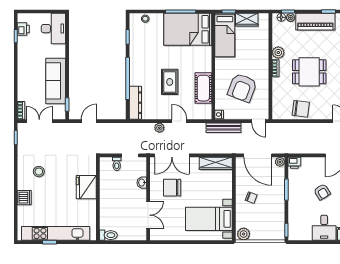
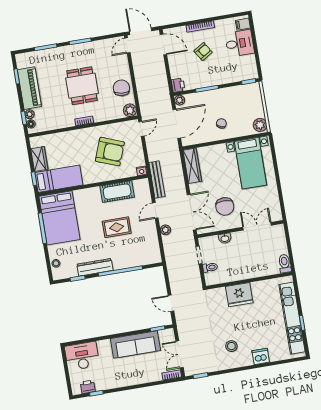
plant: (278, 53) -> (130, 110), moved
dresser: (135, 103) -> (95, 267), moved
bench: (224, 128) -> (157, 180), moved

